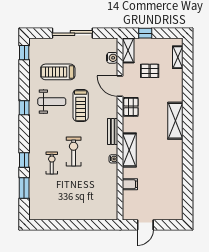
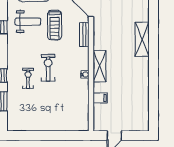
pallet: (131, 107) -> (101, 26), removed
bench: (113, 131) -> (84, 34), moved

